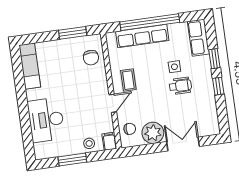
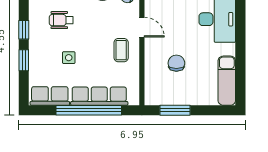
row of seats: (198, 38) -> (50, 96), moved, turned -90
chair: (91, 58) -> (176, 63), moved
wheelchair: (180, 86) -> (61, 20), moved
door: (113, 103) -> (142, 27), swing flipped

